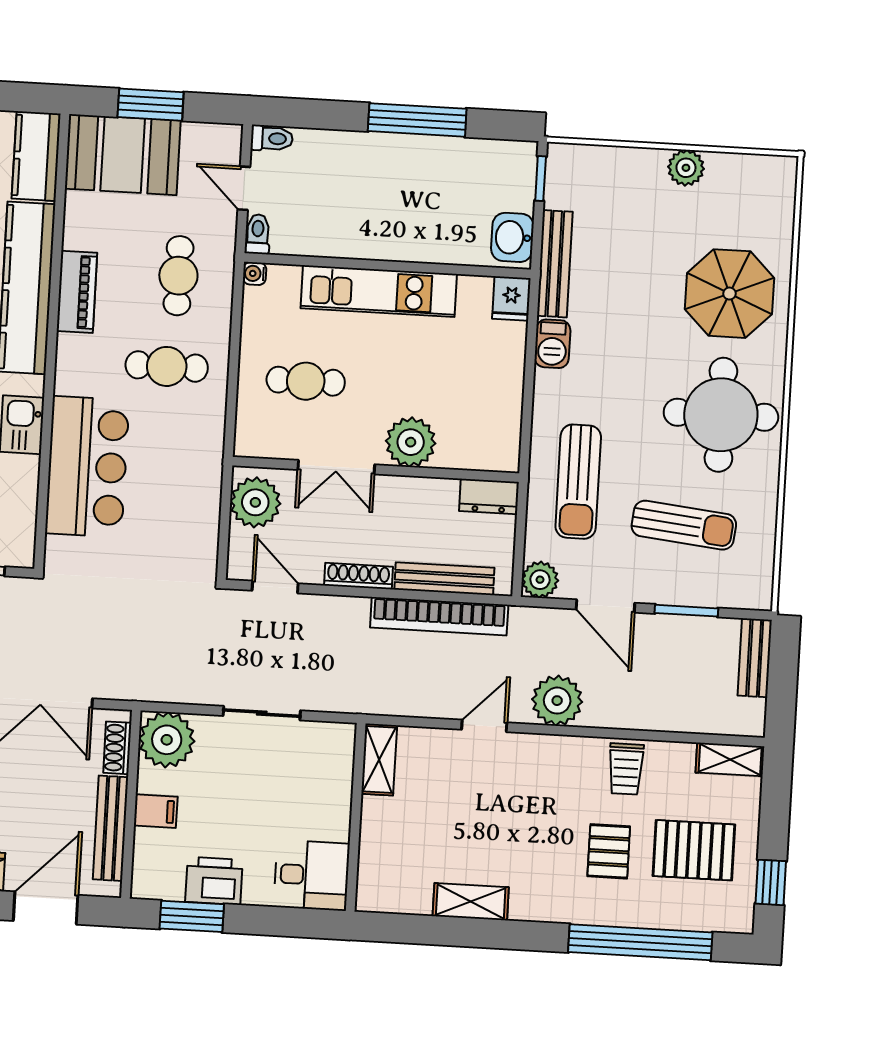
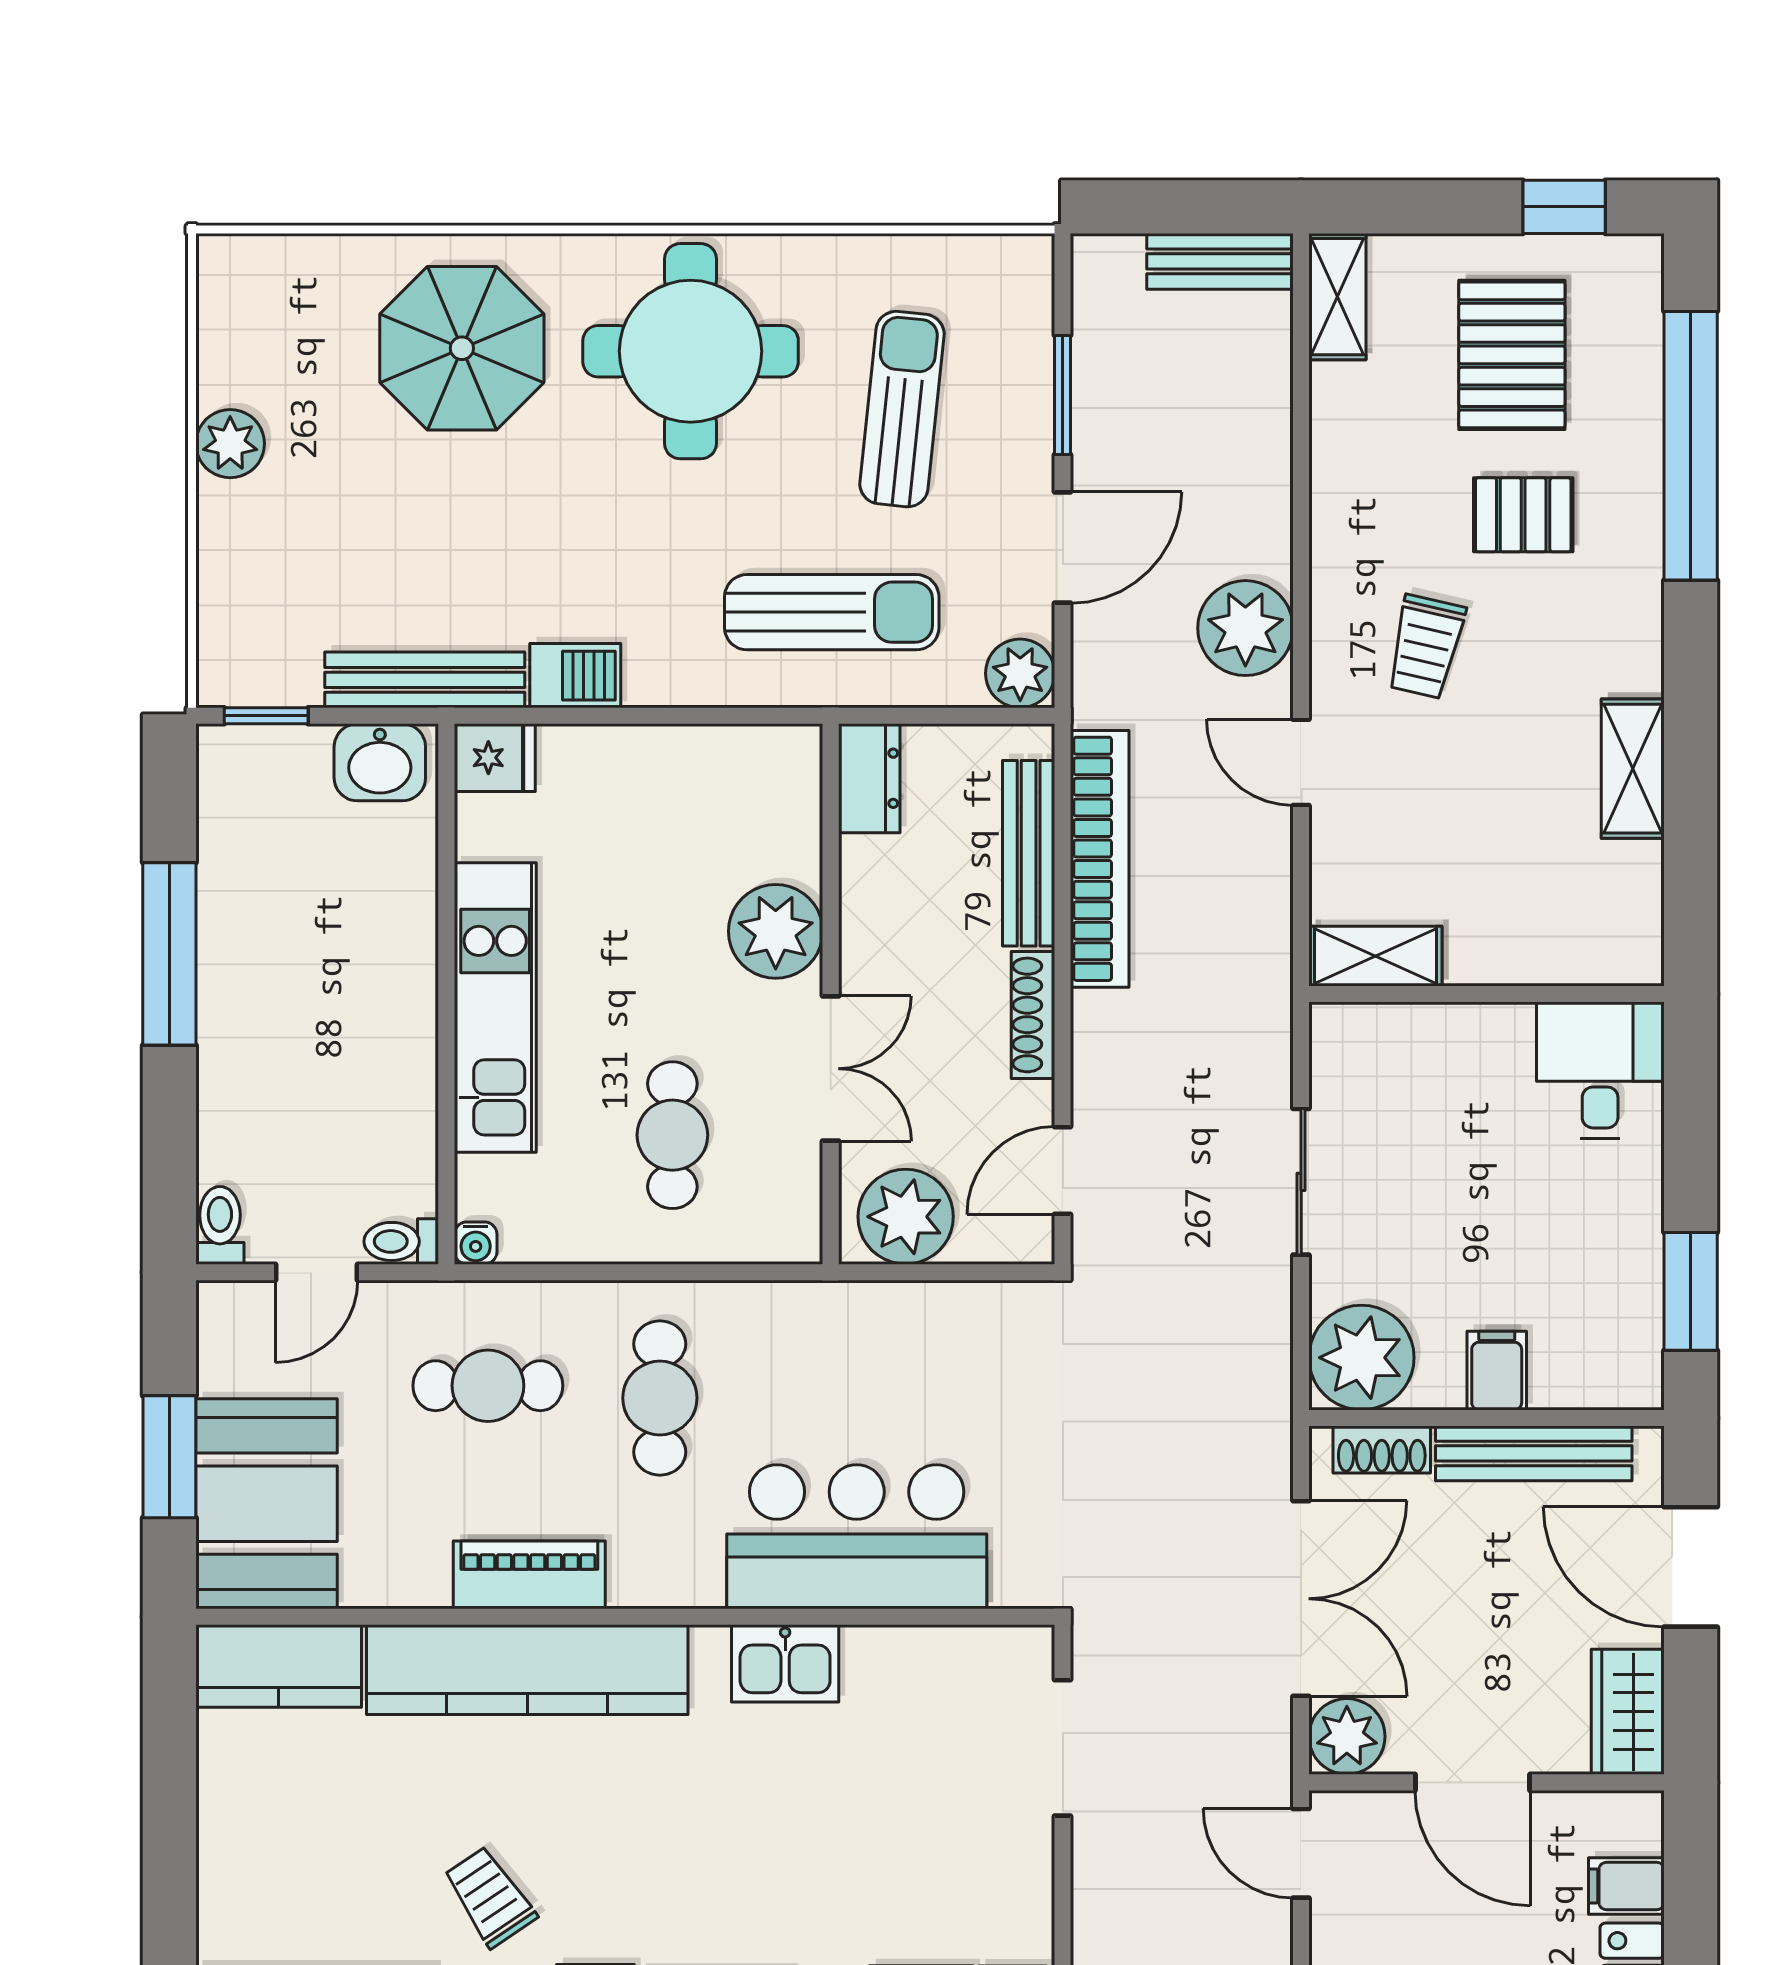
bench: (755, 658) -> (1220, 261), moved
trolley: (626, 769) -> (1426, 647), moved, turned 103
printer: (214, 881) -> (1621, 1254), removed

